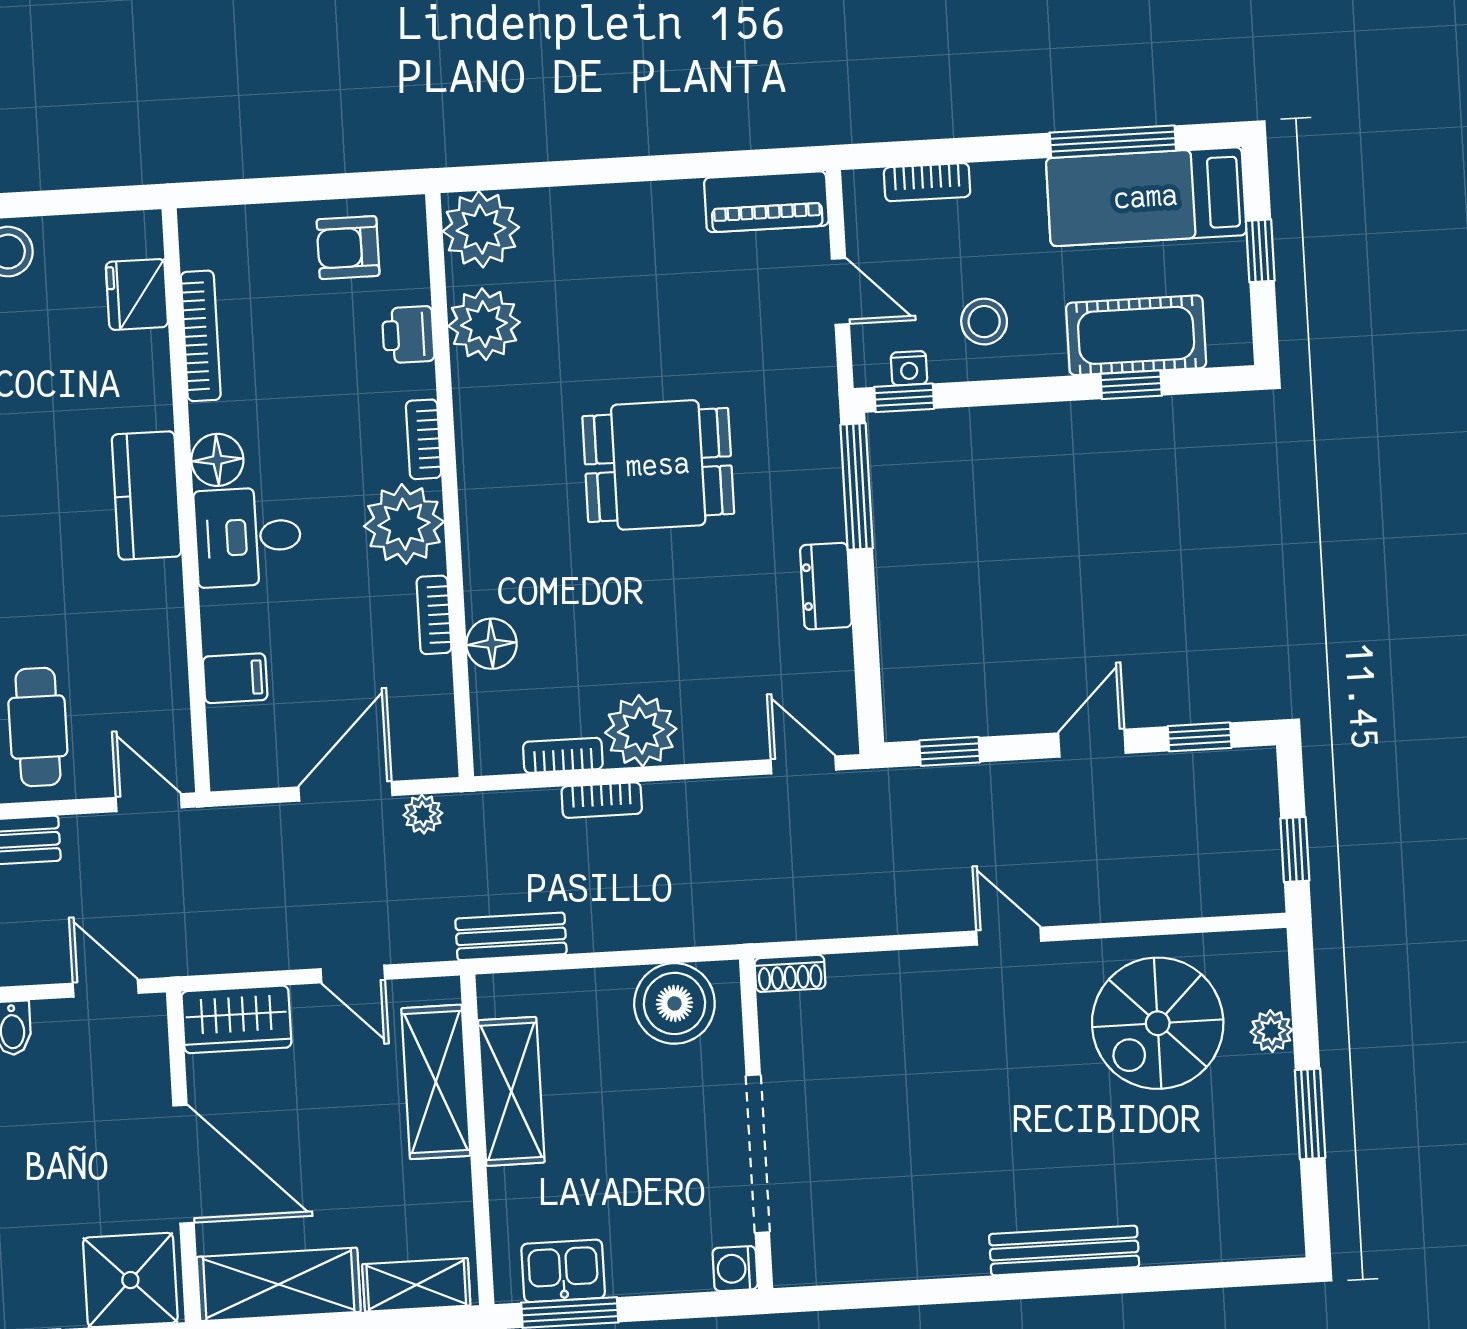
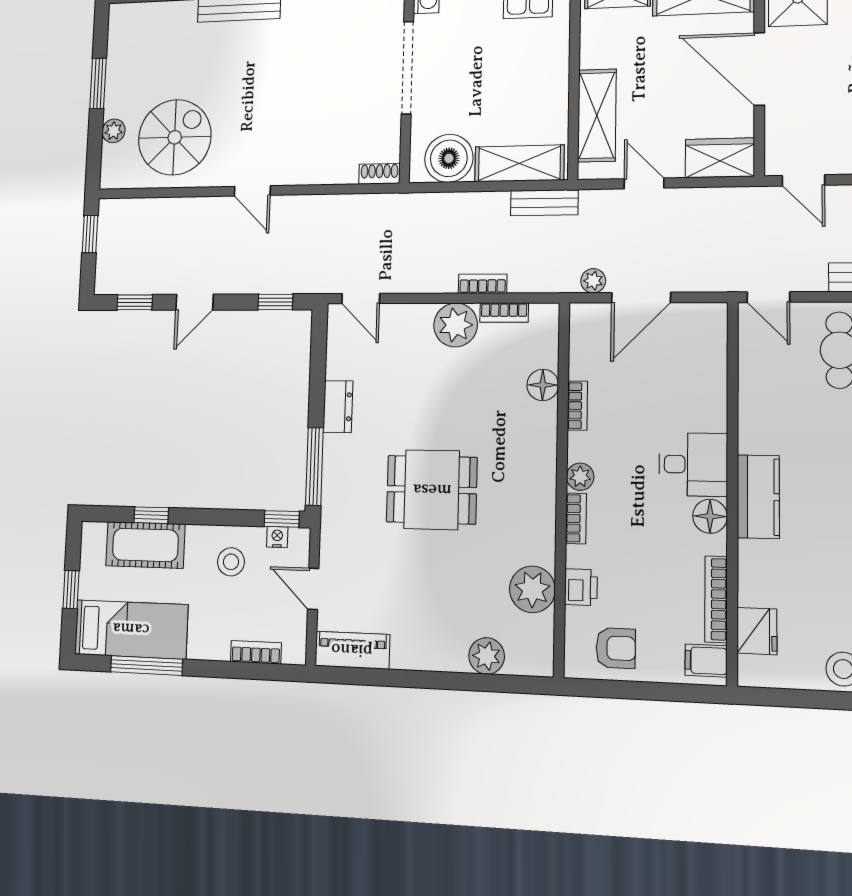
plant: (481, 229) -> (487, 656), moved, width x0.73, depth x0.73
plant: (404, 524) -> (580, 477), width x0.53, depth x0.53
filing cabinet: (235, 678) -> (706, 661), moved
shelving: (511, 1091) -> (519, 163), moved, turned 90

